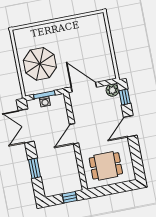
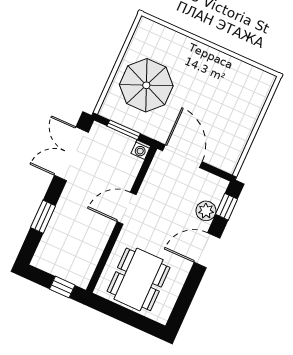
plant: (112, 90) -> (206, 211), moved
washing machine: (45, 102) -> (141, 150), moved
dining table: (106, 166) -> (138, 279), width x1.38

